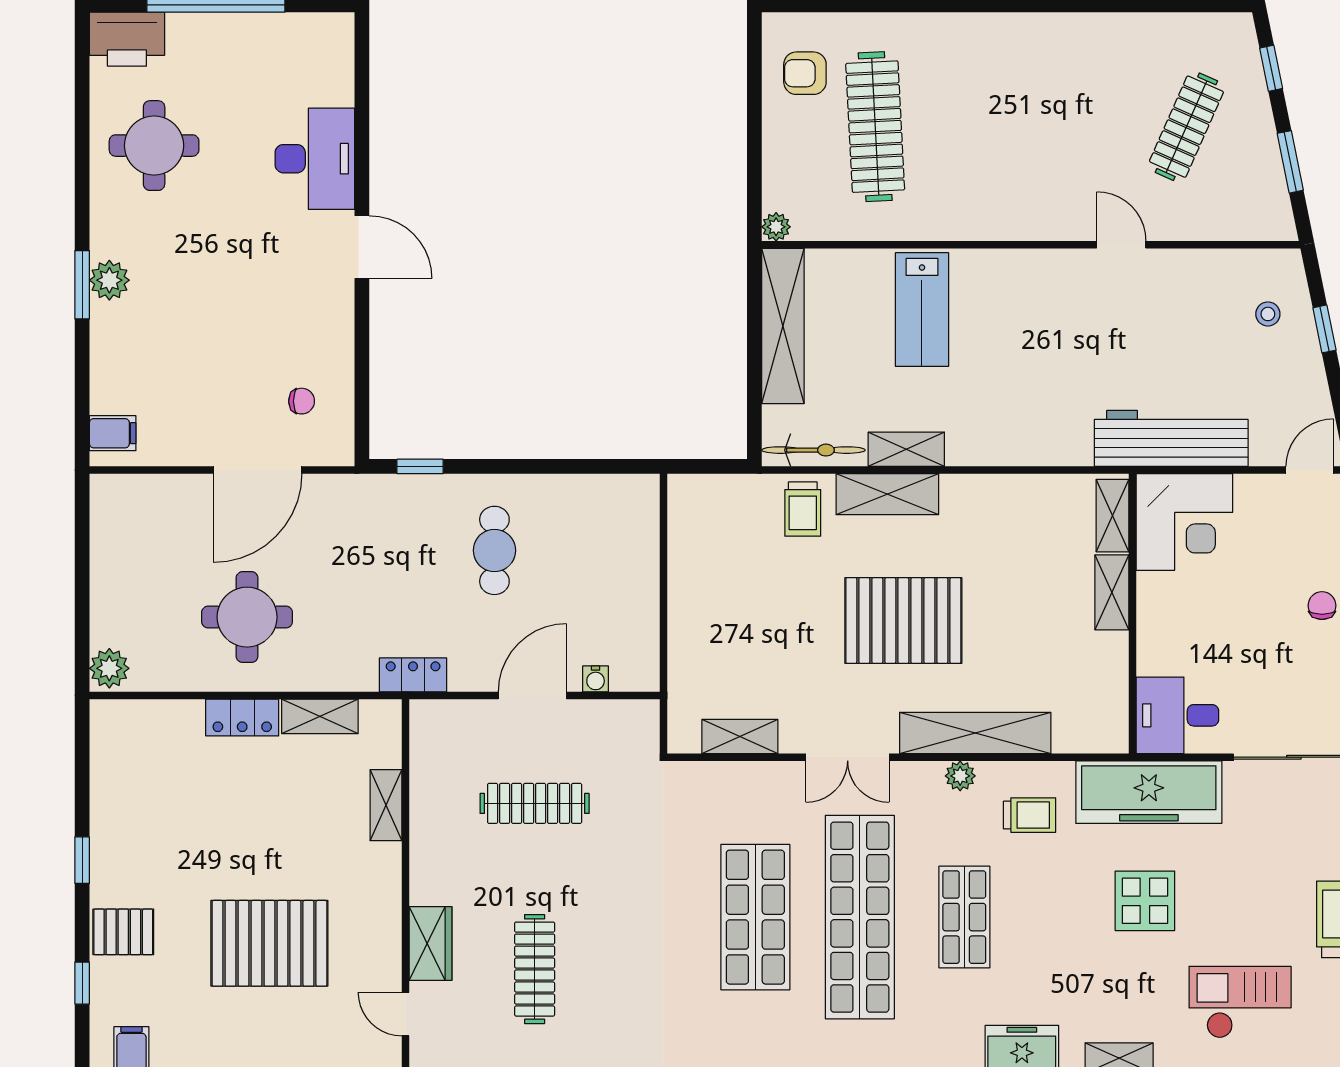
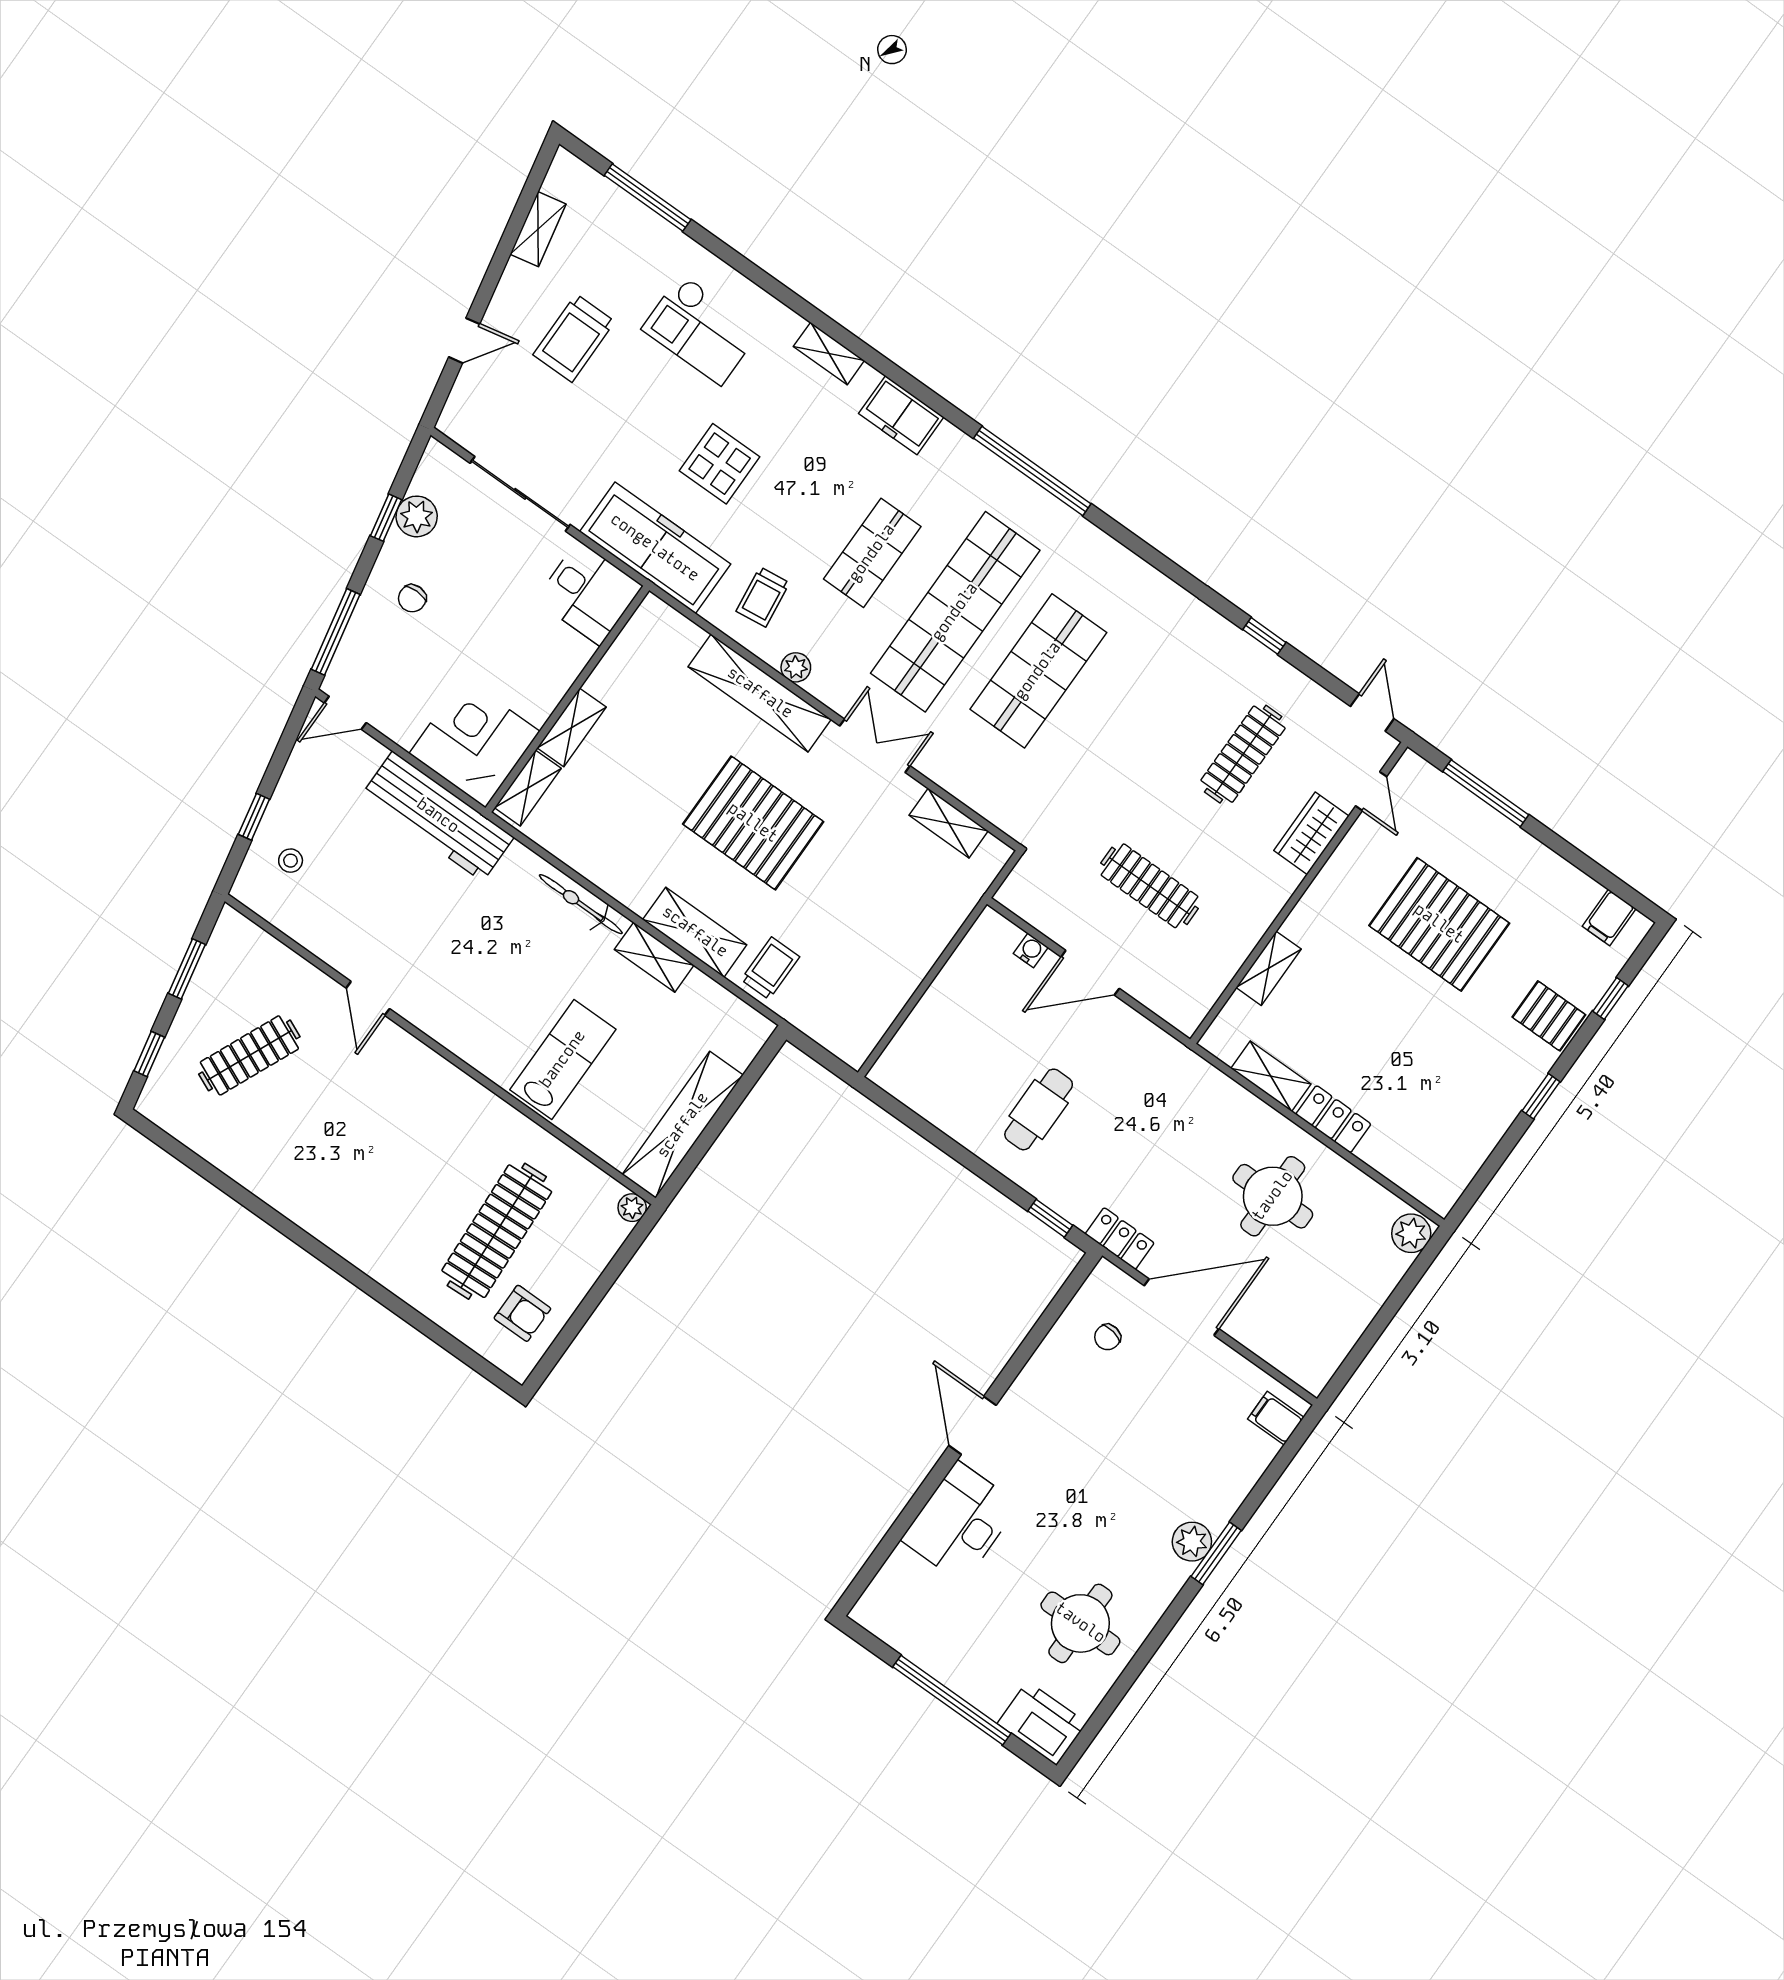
chair: (302, 401) -> (1107, 1337), turned -81
bicycle: (813, 450) -> (581, 904), moved
locker: (413, 675) -> (1120, 1239), moved, turned 180
trolley: (1030, 815) -> (763, 597), turned -97

